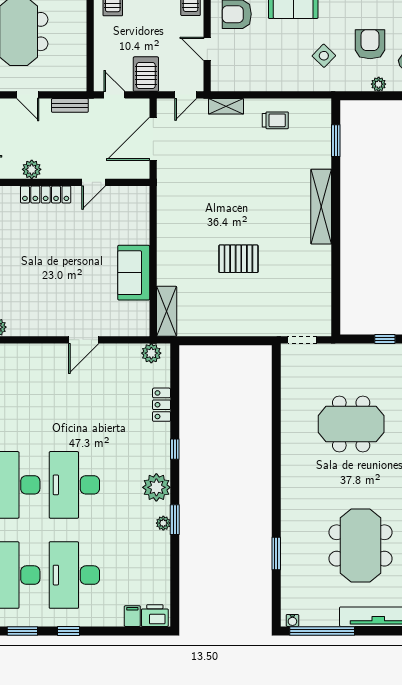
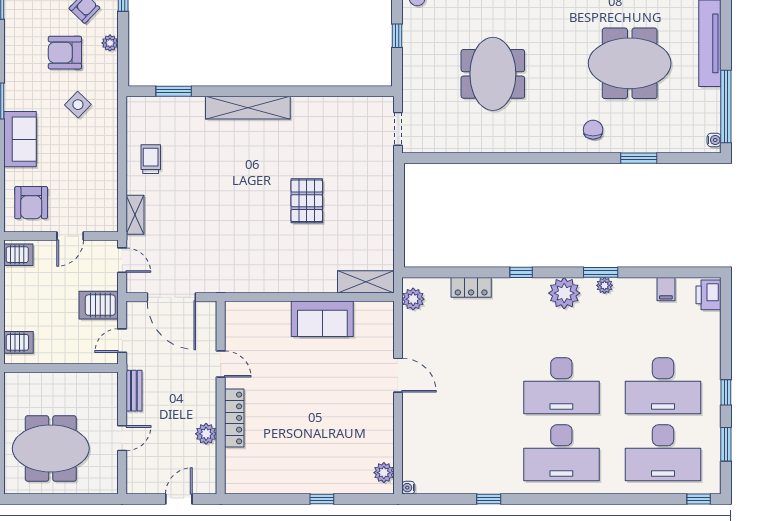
chair: (302, 513) -> (593, 130), added
filing cabinet: (132, 616) -> (666, 289), moved, turned -90

